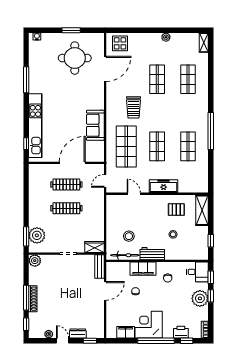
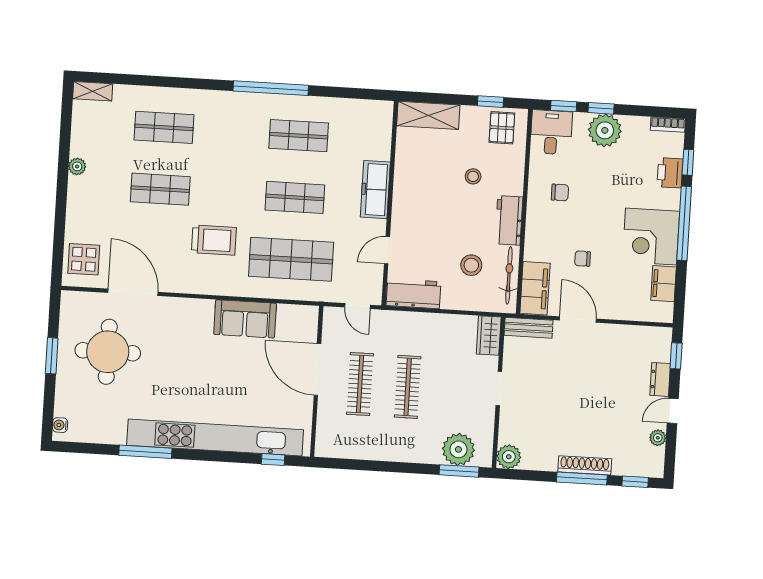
kitchen unit: (35, 126) -> (215, 438), width x1.36
workbench: (113, 208) -> (414, 294), added
pallet: (176, 210) -> (502, 128), moved
filing cabinet: (143, 269) -> (535, 288), moved

